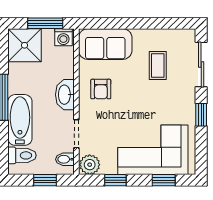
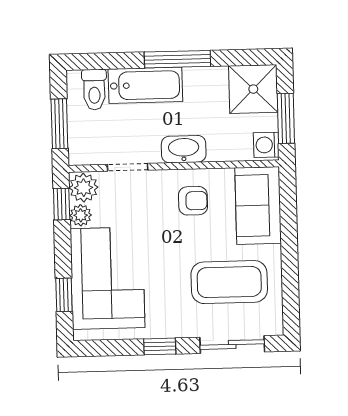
coffee table: (158, 65) -> (229, 282), width x1.86, depth x1.72
armchair: (101, 89) -> (193, 201), turned 180
bidet: (65, 159) -> (90, 152), removed
plant: (109, 167) -> (81, 215), added
window: (45, 180) -> (59, 124), width x1.50
window: (115, 180) -> (62, 204), moved

